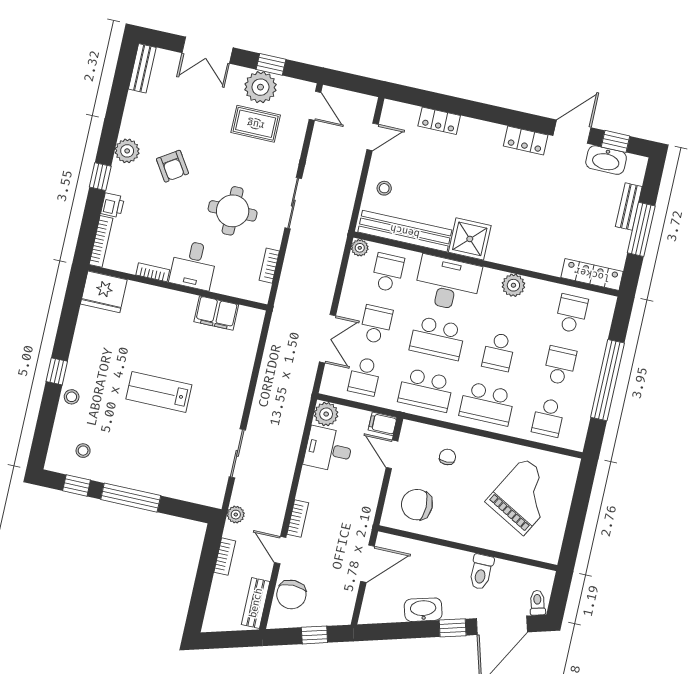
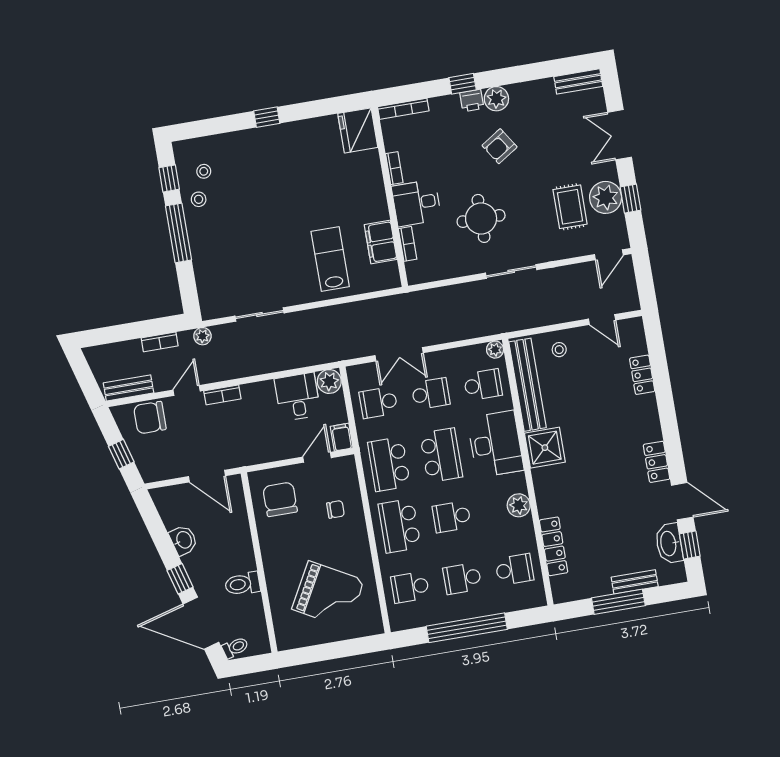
printer: (113, 205) -> (472, 101), moved
bookcase: (269, 266) -> (408, 244), moved, turned 90
locker: (592, 274) -> (554, 546), moved
school desk: (437, 338) -> (441, 455), turned 180
school desk: (560, 366) -> (462, 578), turned 180
lab bench: (159, 392) -> (330, 259), moved
stool: (72, 397) -> (199, 199), moved
washbasin: (423, 610) -> (184, 540), width x0.72

